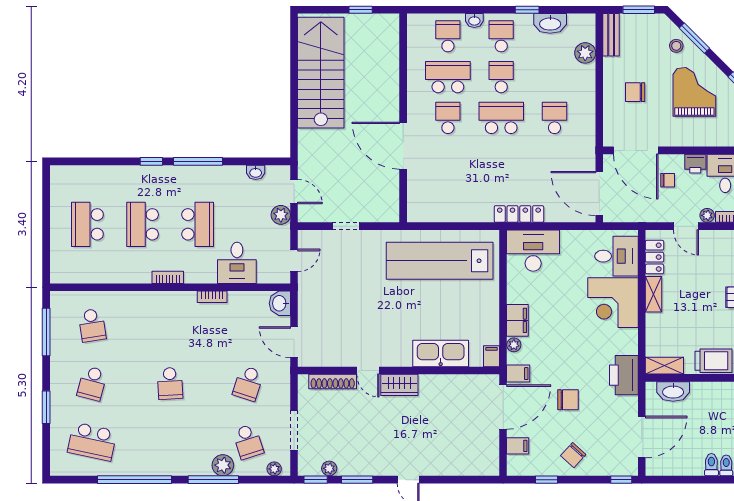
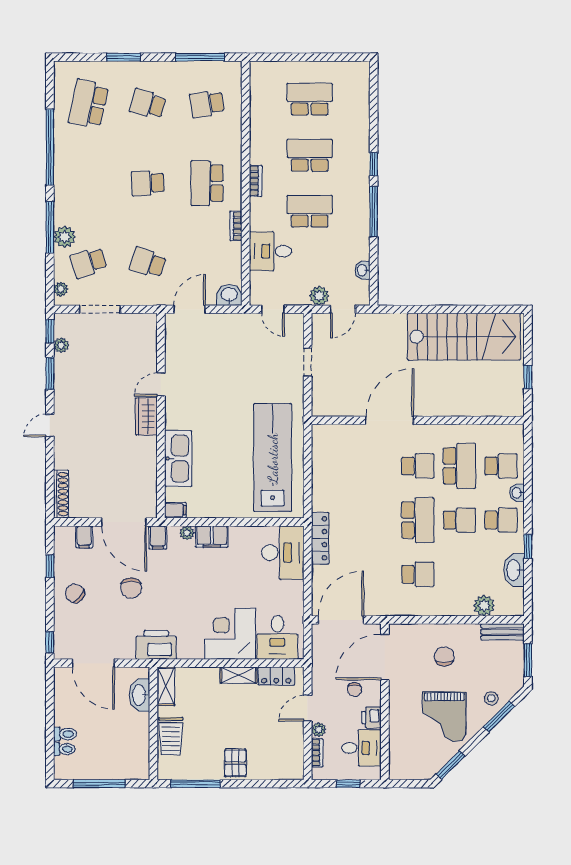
grand piano: (694, 92) -> (444, 717), turned 90
school desk: (198, 224) -> (310, 211), turned 180
school desk: (170, 325) -> (207, 183), added
shoe rack: (333, 382) -> (61, 494), moved, turned 180

